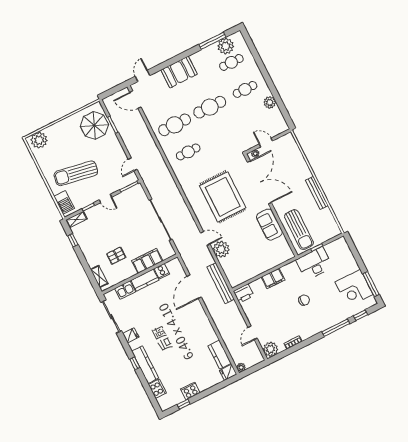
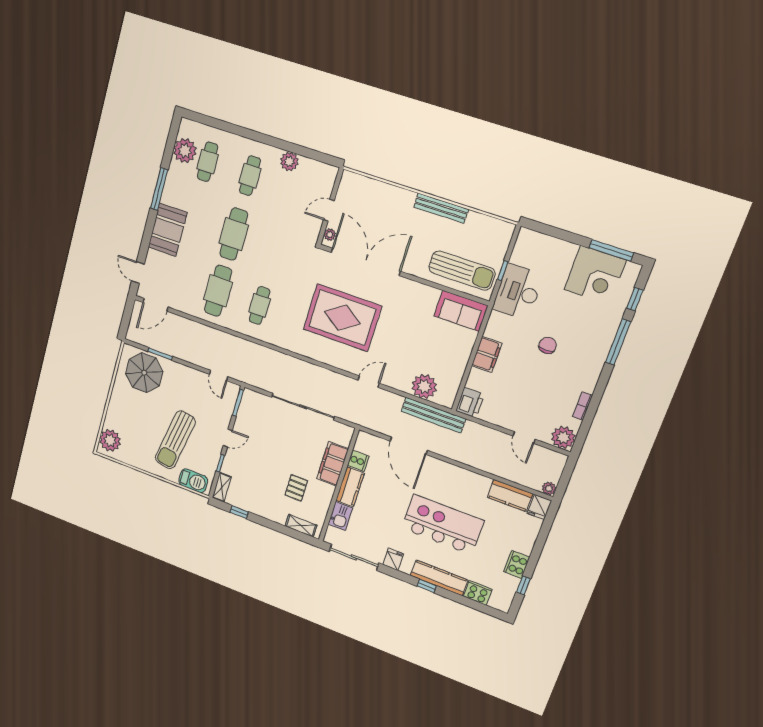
window: (212, 41) -> (159, 189), moved
sofa: (269, 225) -> (461, 311), moved
plant: (221, 249) -> (424, 386), moved
kitchen island: (173, 340) -> (443, 524), added

